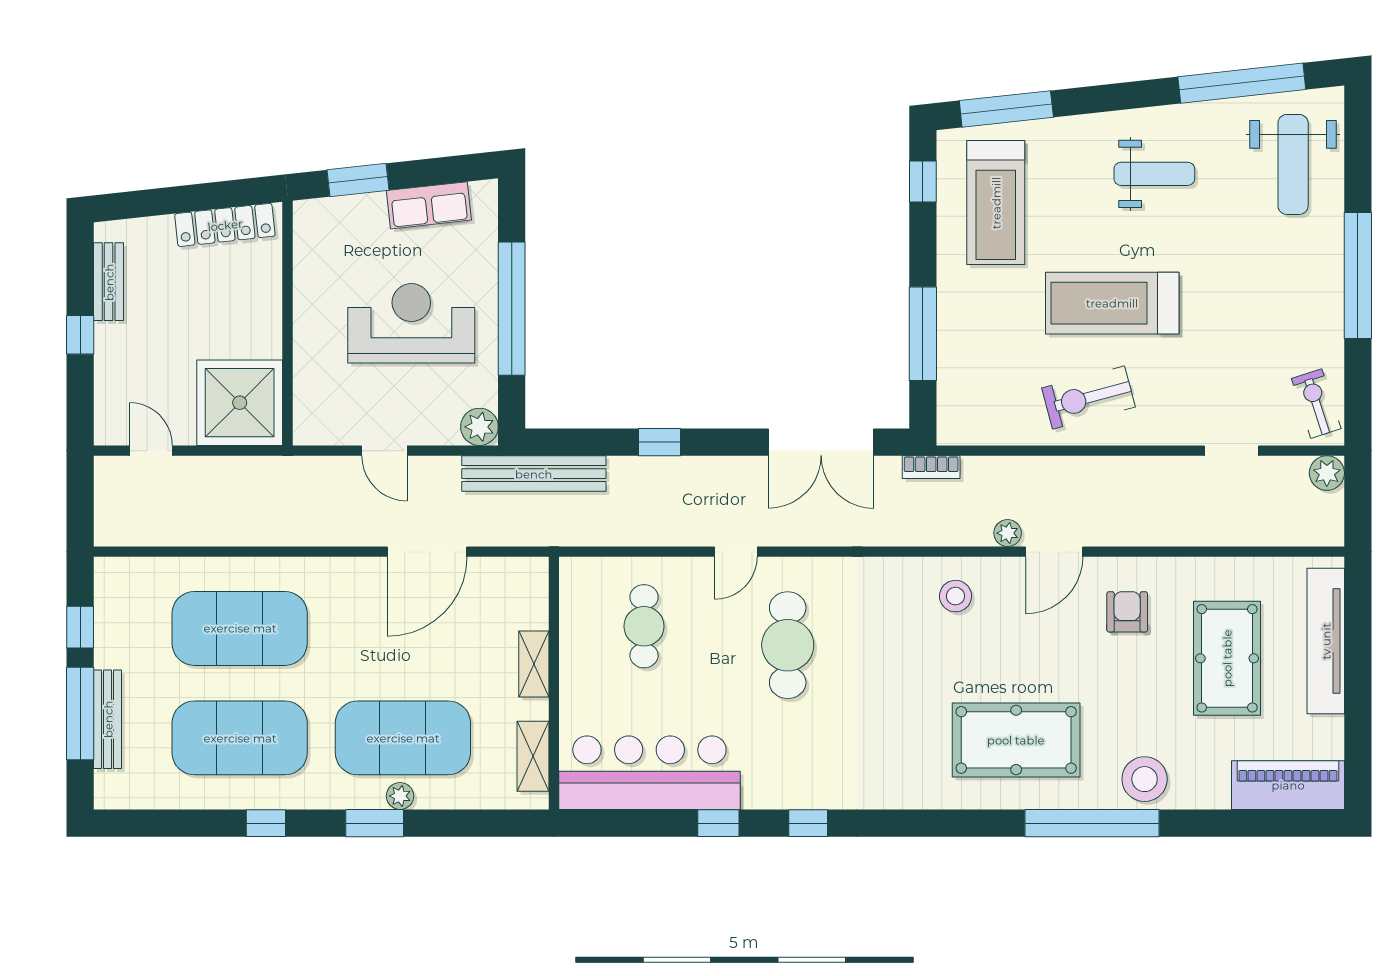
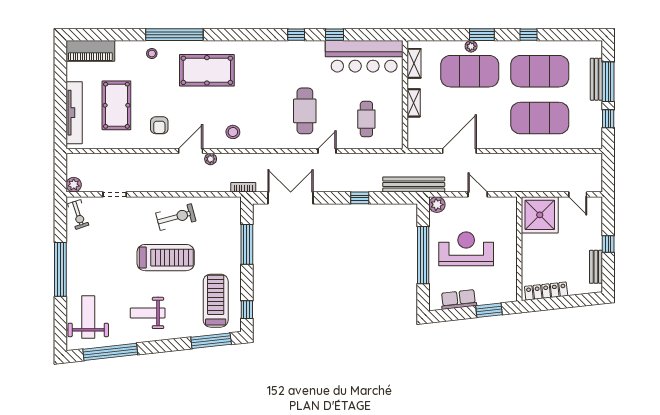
reception desk: (411, 323) -> (466, 249), turned 180
stool: (1145, 779) -> (152, 54), width x0.53, depth x0.53

